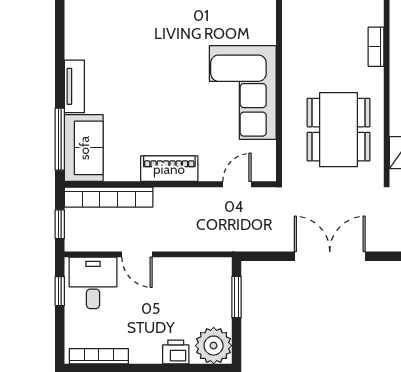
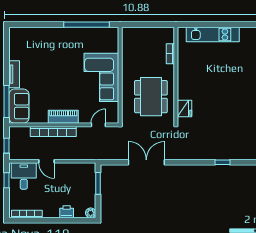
bookcase: (109, 197) -> (53, 132), moved
plant: (214, 346) -> (91, 213), width x0.53, depth x0.53

